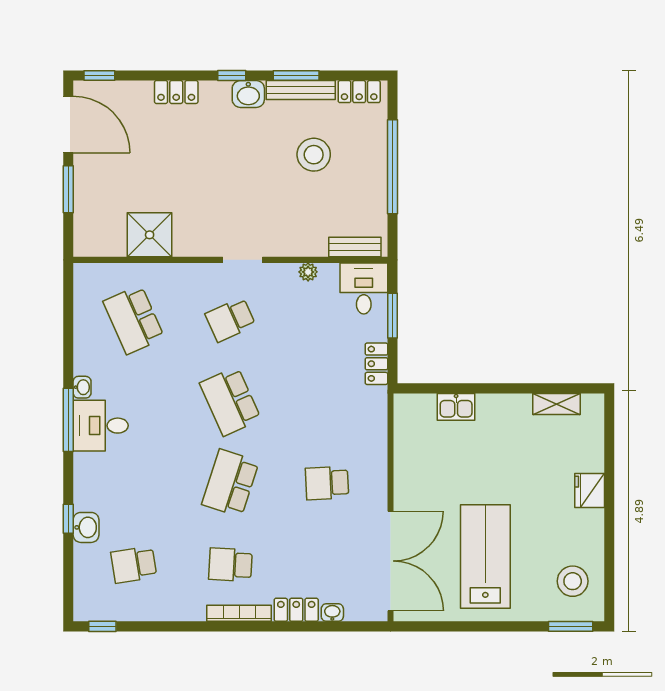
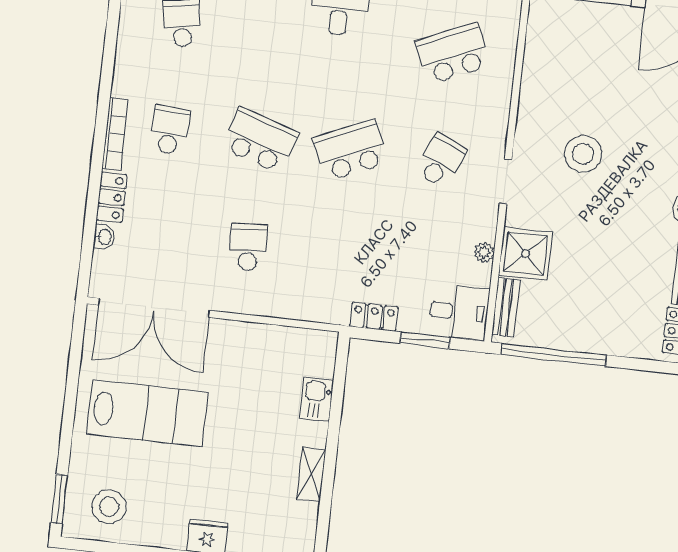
stool: (314, 155) -> (583, 154), moved
window: (392, 167) -> (554, 355), moved
shower: (150, 235) -> (526, 254), moved
school desk: (230, 320) -> (441, 160), turned 48
shelving: (556, 404) -> (311, 474), moved

